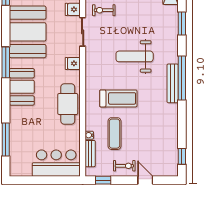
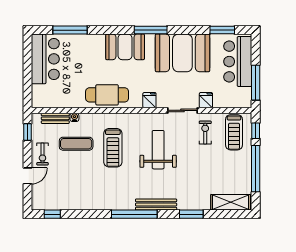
weight bench: (135, 56) -> (158, 150), moved
bench: (173, 83) -> (156, 205), moved
bar counter: (56, 163) -> (45, 59), moved

